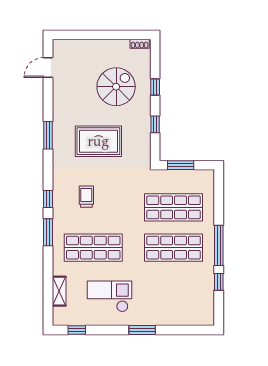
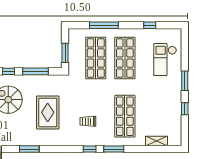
window: (155, 124) -> (35, 71), width x2.17
window: (48, 135) -> (29, 149), moved
window: (219, 245) -> (104, 25), moved
checkout: (109, 296) -> (165, 60), moved
window: (77, 330) -> (185, 109), moved

